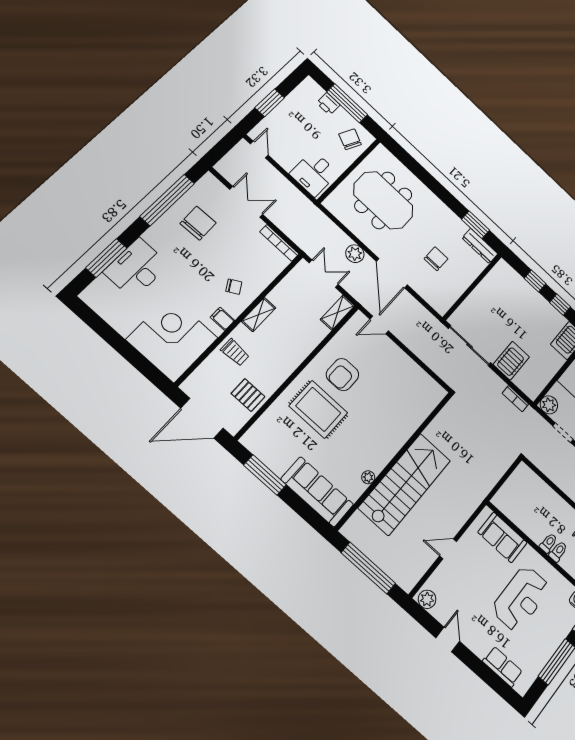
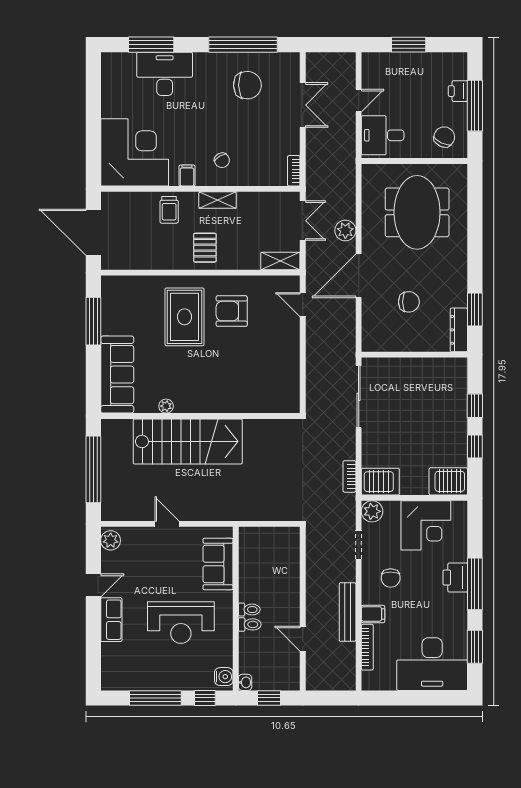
door: (259, 150) -> (359, 101), moved
bookcase: (279, 243) -> (294, 171), width x0.64
server rack: (511, 361) -> (380, 482), moved
pallet: (248, 395) -> (205, 248), moved
row of seats: (503, 667) -> (111, 620), moved

